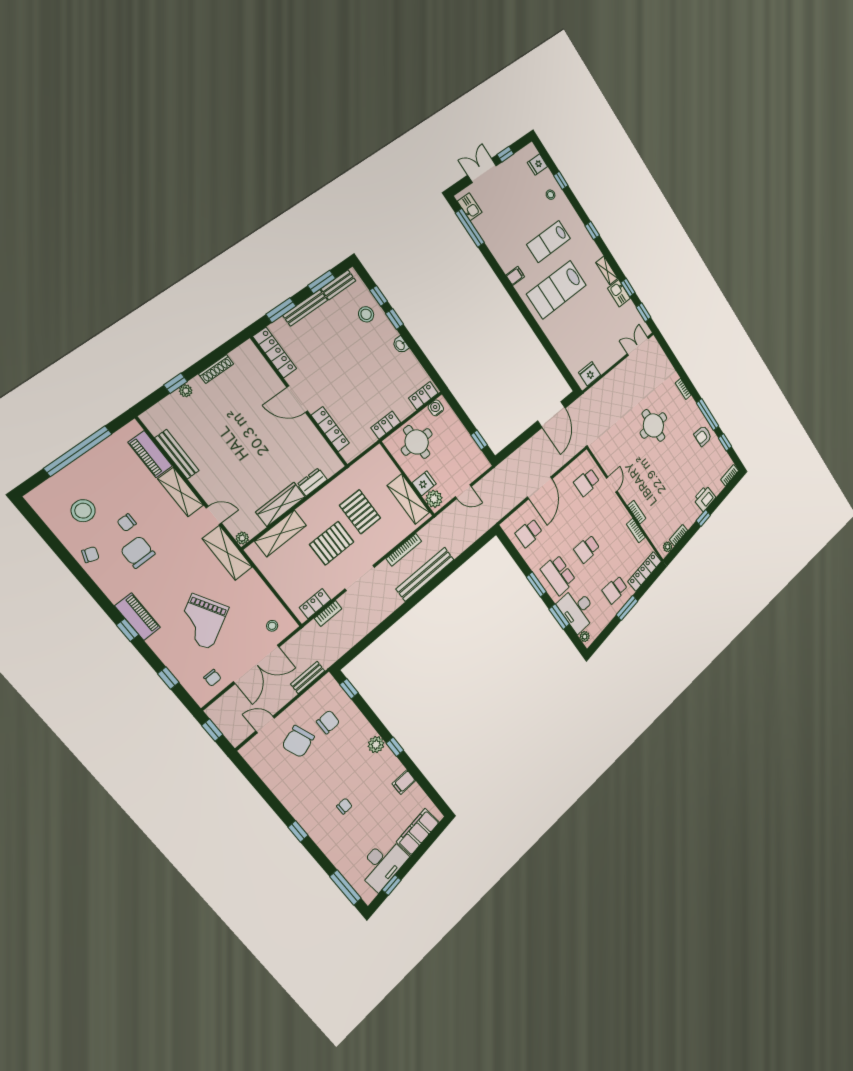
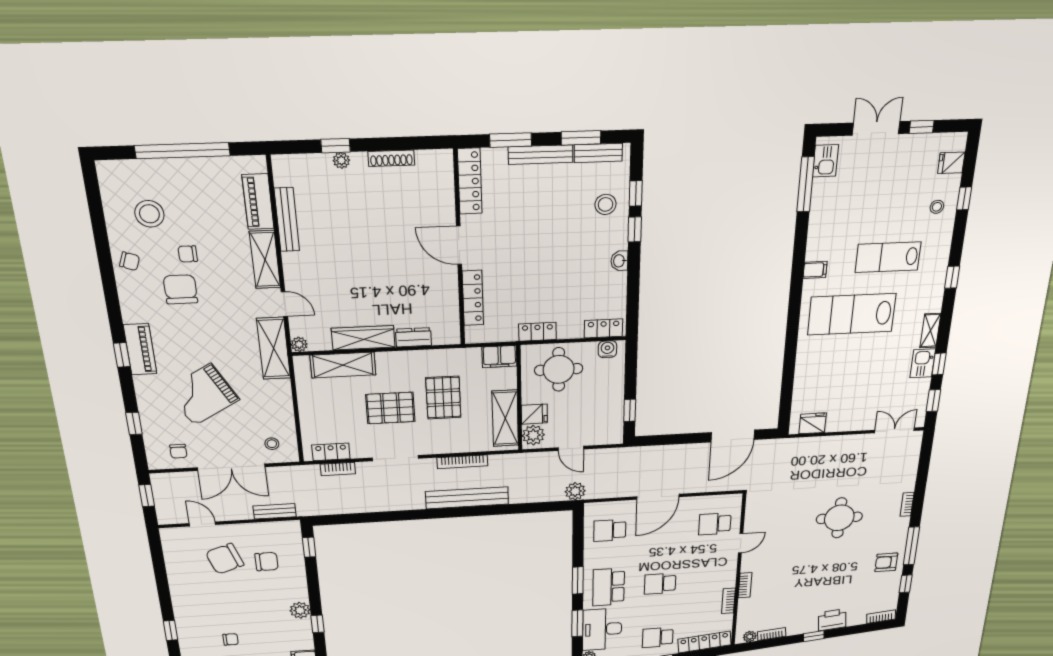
filing cabinet: (375, 458) -> (499, 357), added
plant: (488, 520) -> (575, 491), added

